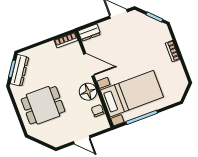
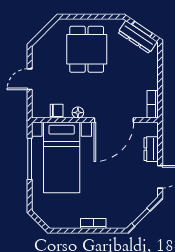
dresser: (89, 33) -> (151, 149), moved
door: (89, 65) -> (114, 120), width x1.36
floor lamp: (88, 92) -> (78, 113), width x0.53, depth x0.53

